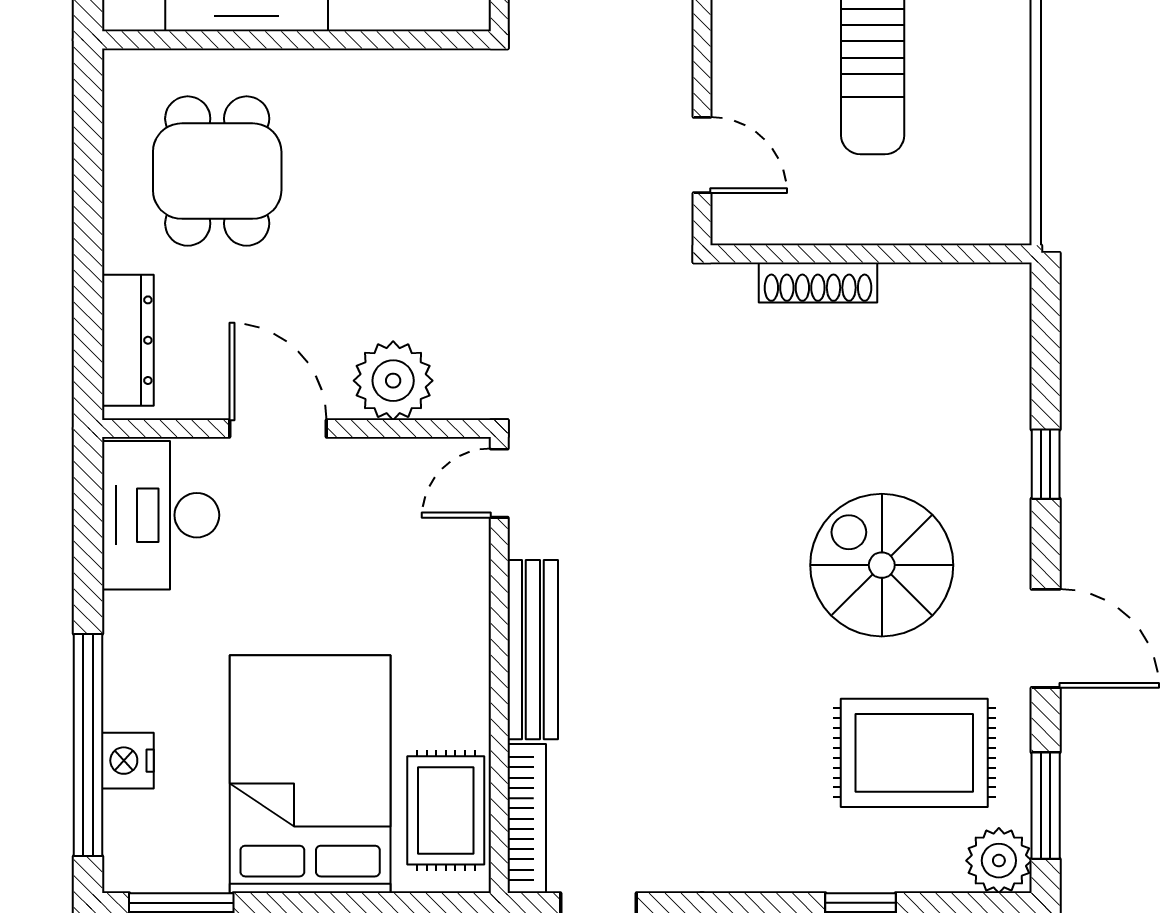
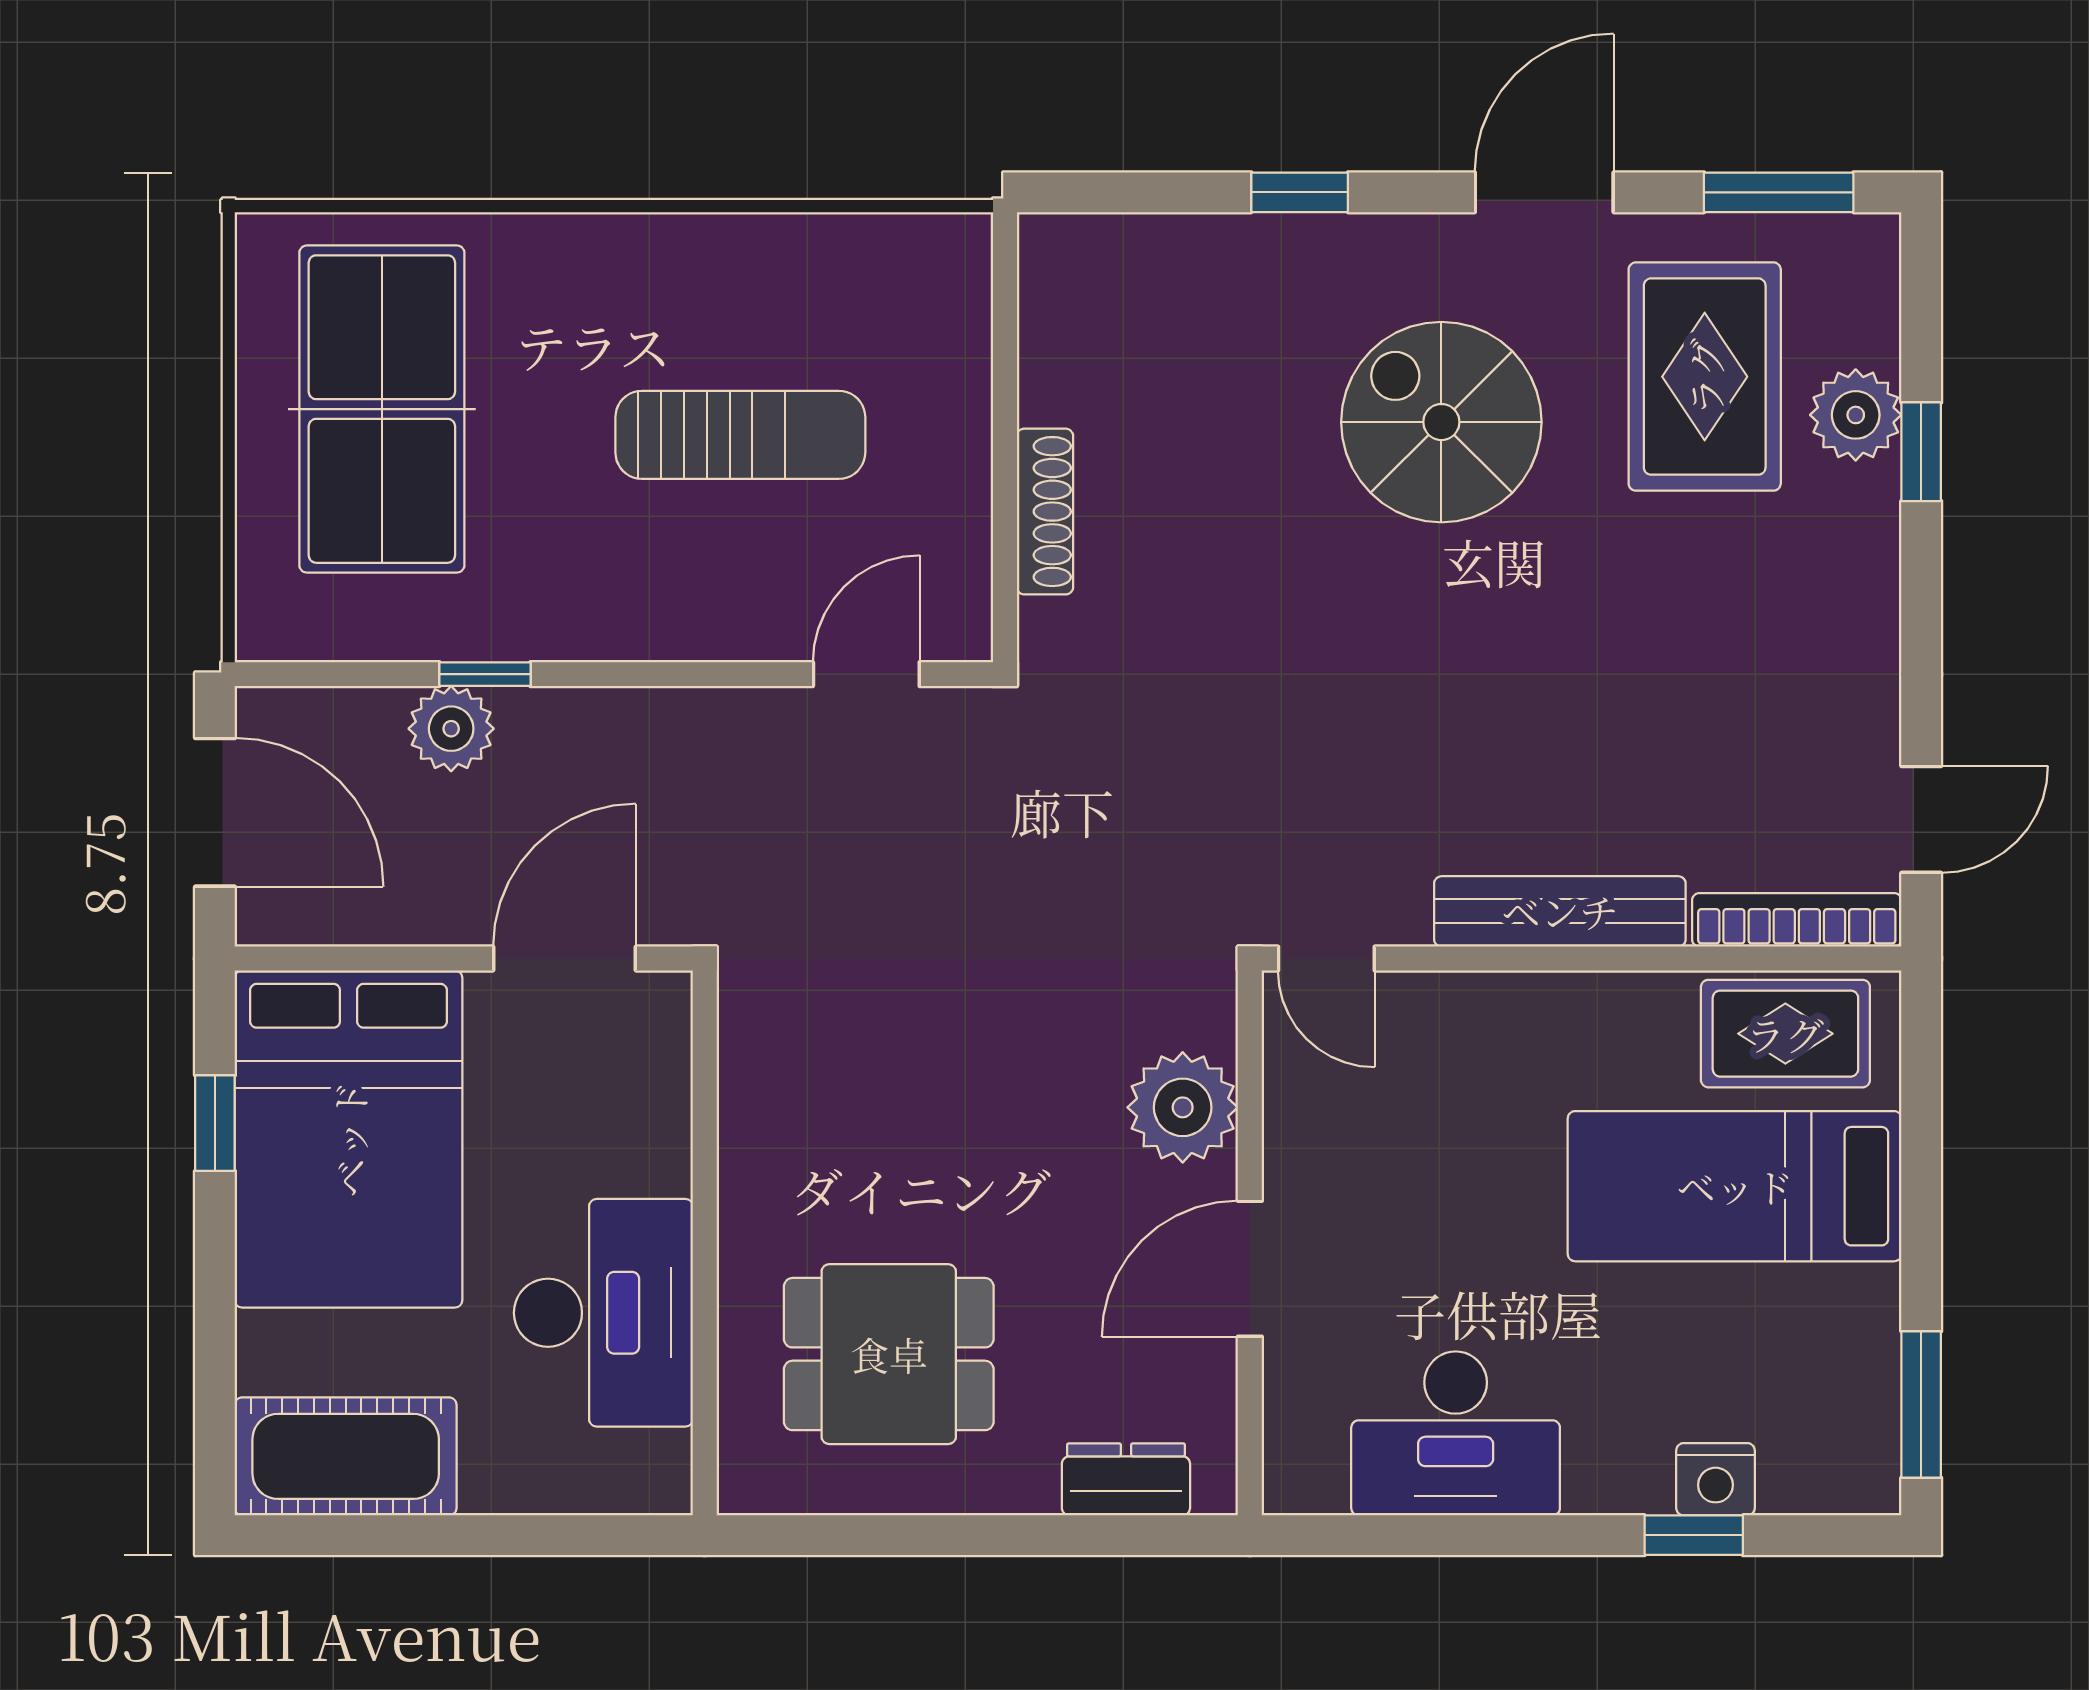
dresser: (128, 340) -> (1126, 1479), width x0.70
desk: (161, 515) -> (1456, 1433), moved
spiral stairs: (882, 565) -> (1441, 422), turned 90
window: (88, 745) -> (1694, 1535), width x0.32
bed: (310, 774) -> (1735, 1186), width x0.67
plant: (999, 861) -> (1856, 415), moved

